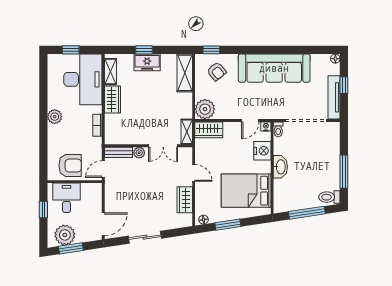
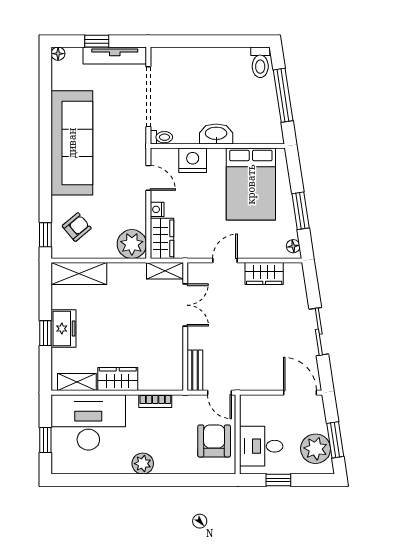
nightstand: (266, 126) -> (157, 209), moved
plant: (139, 153) -> (195, 340), removed
window: (344, 172) -> (223, 41), removed

